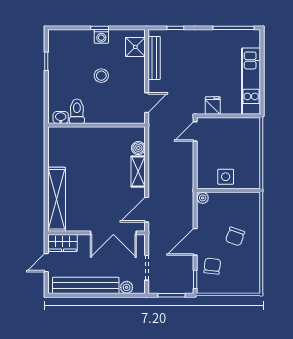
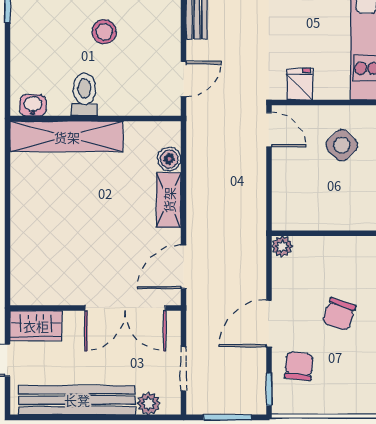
toilet: (77, 111) -> (84, 94), moved
door: (195, 131) -> (269, 130), swing flipped
side table: (226, 177) -> (342, 145), moved, turned 45
shelving: (57, 199) -> (67, 137), moved, turned 90

